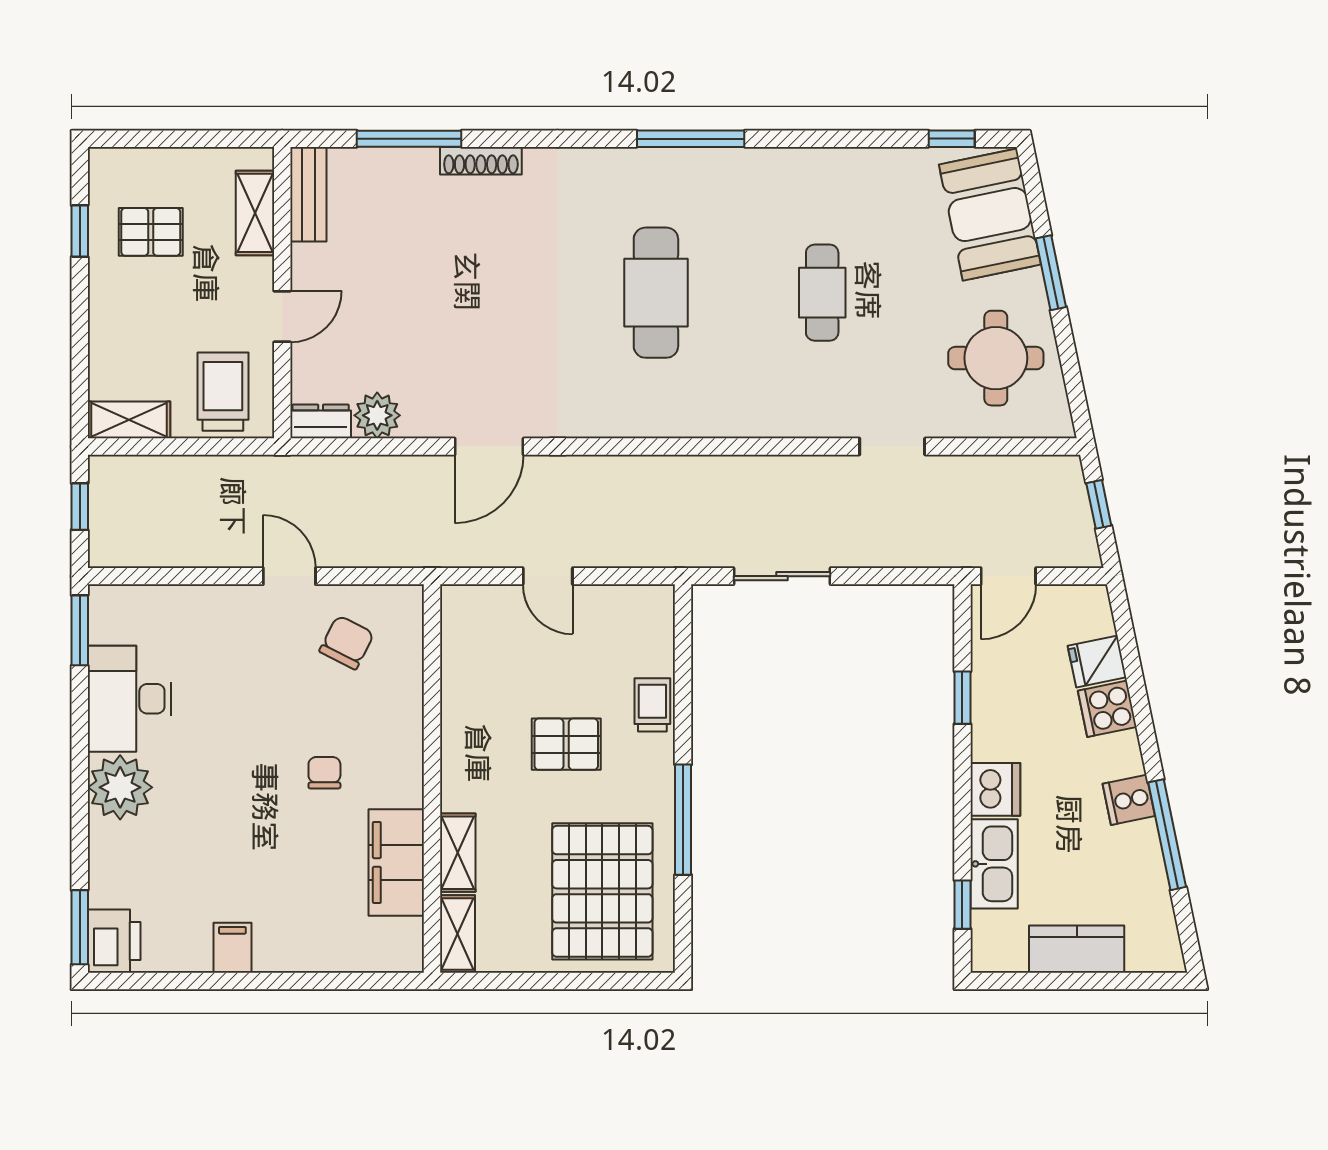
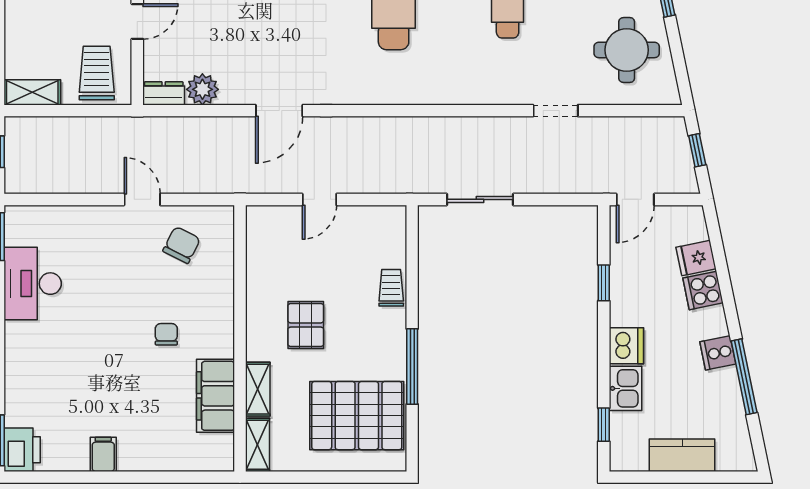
door: (548, 576) -> (319, 199), hinge flipped
pallet: (566, 744) -> (306, 325), moved, turned 90
plant: (120, 787) -> (26, 344), removed
kitchen sink: (994, 864) -> (625, 388), width x0.73
pallet: (602, 891) -> (357, 416), turned 90

